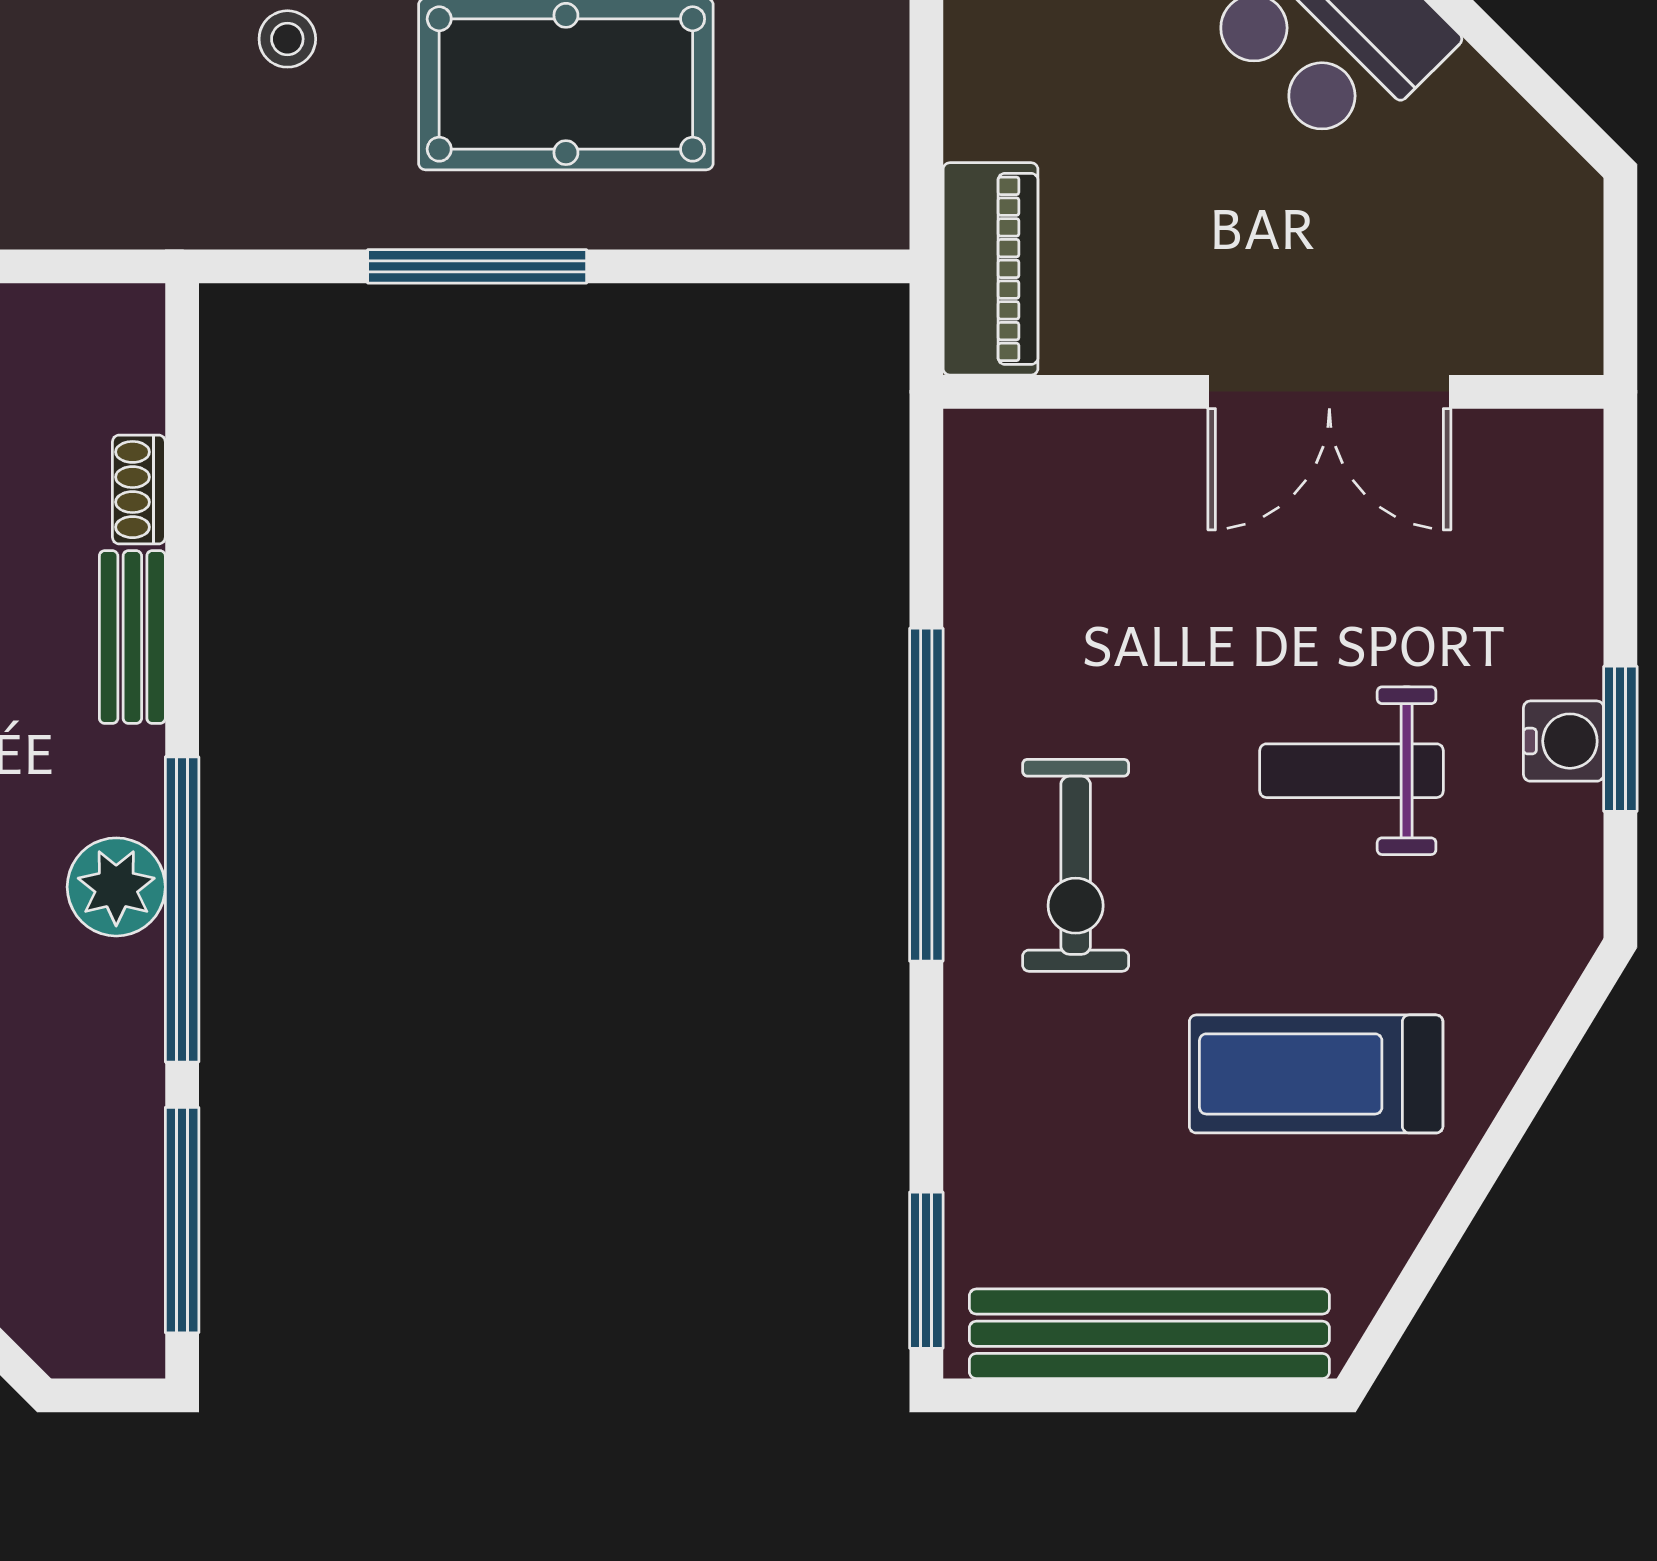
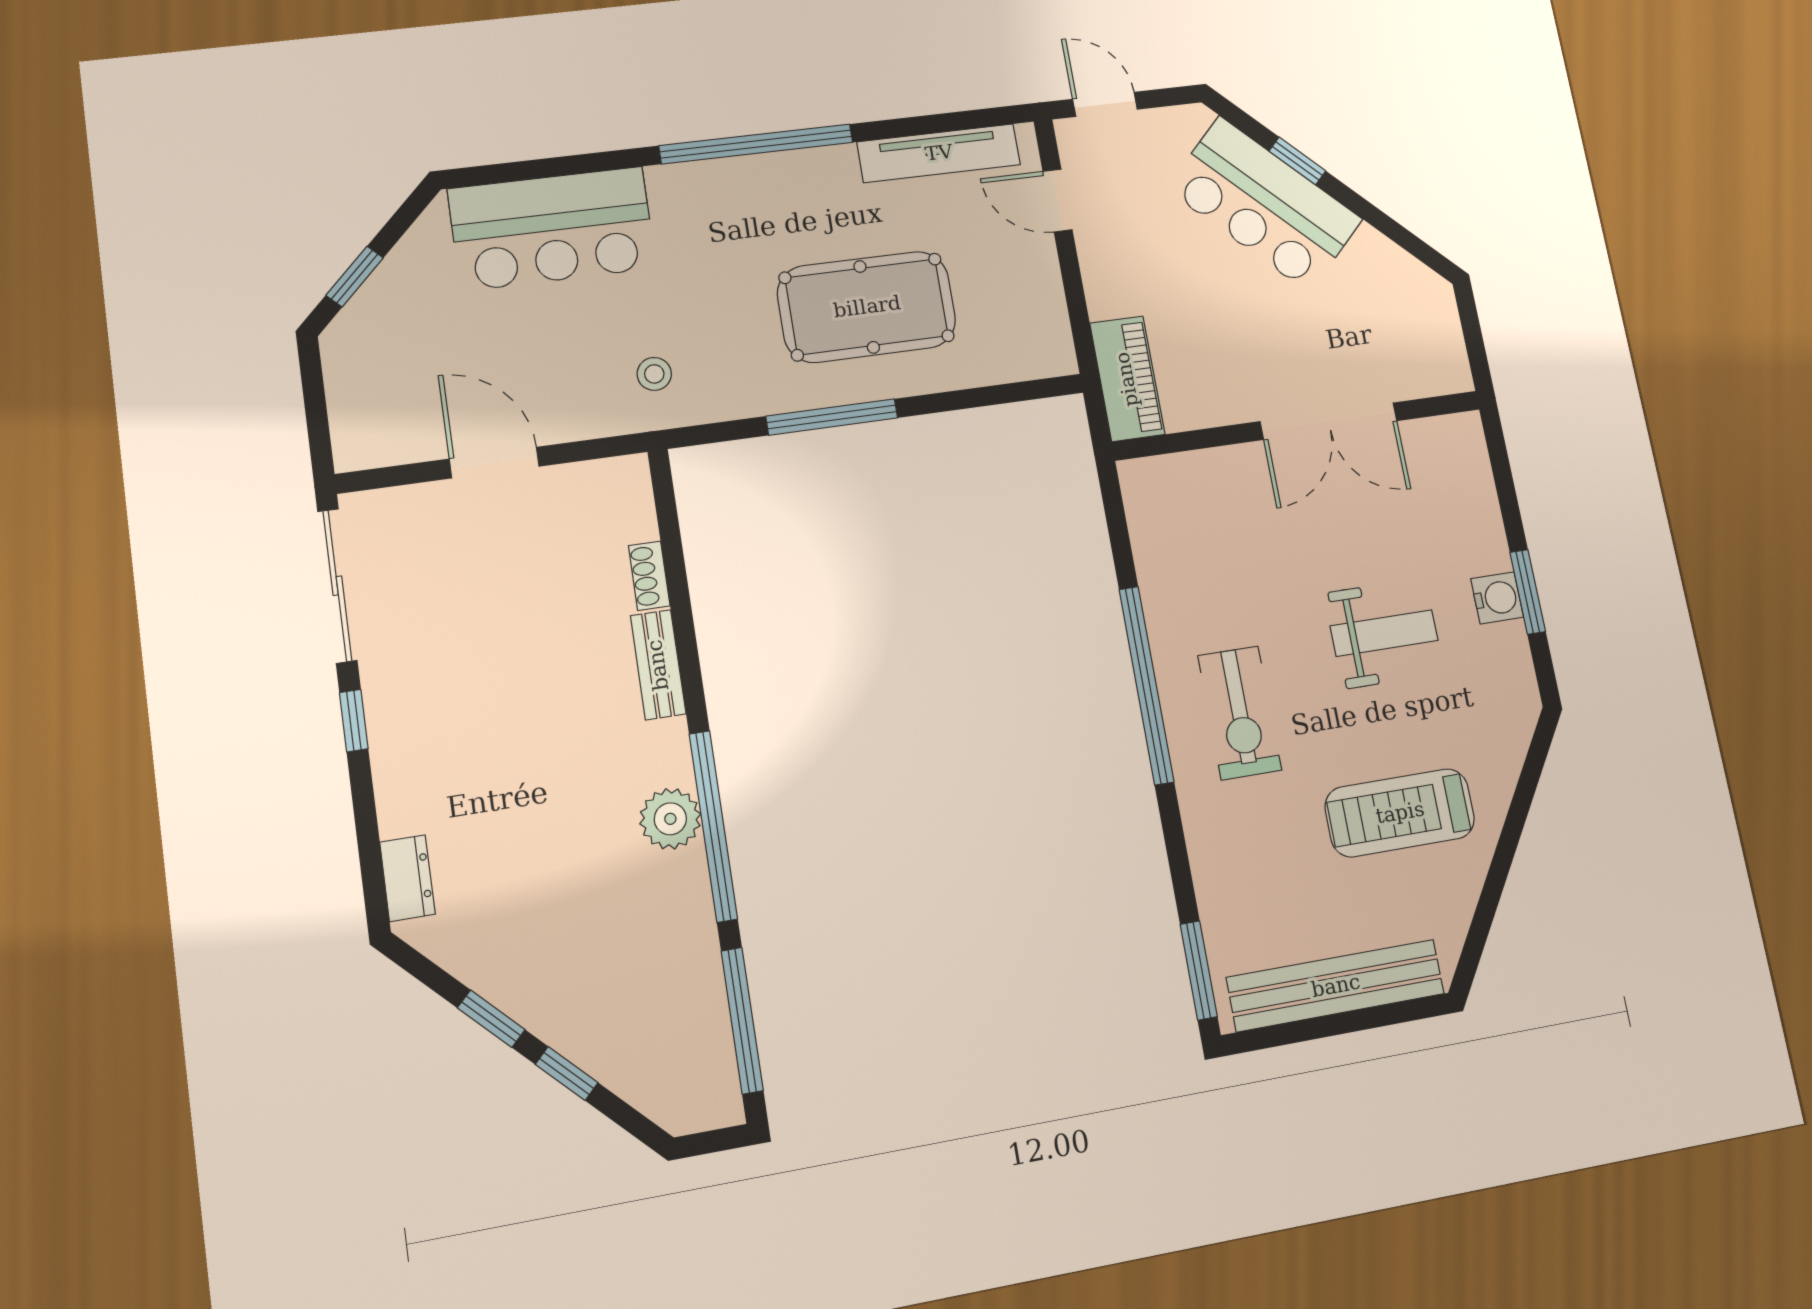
stool: (287, 39) -> (654, 374), moved
weight bench: (1352, 771) -> (1384, 633), turned 180

